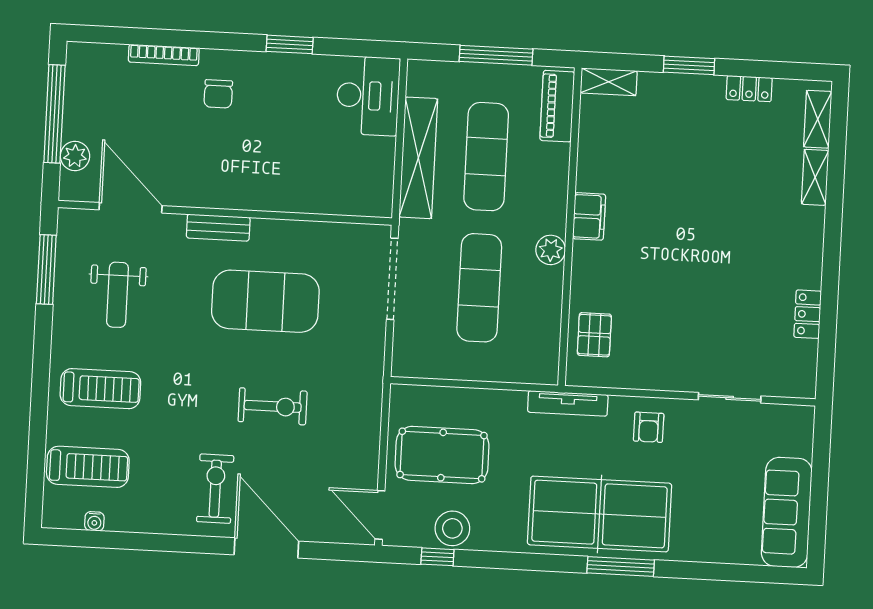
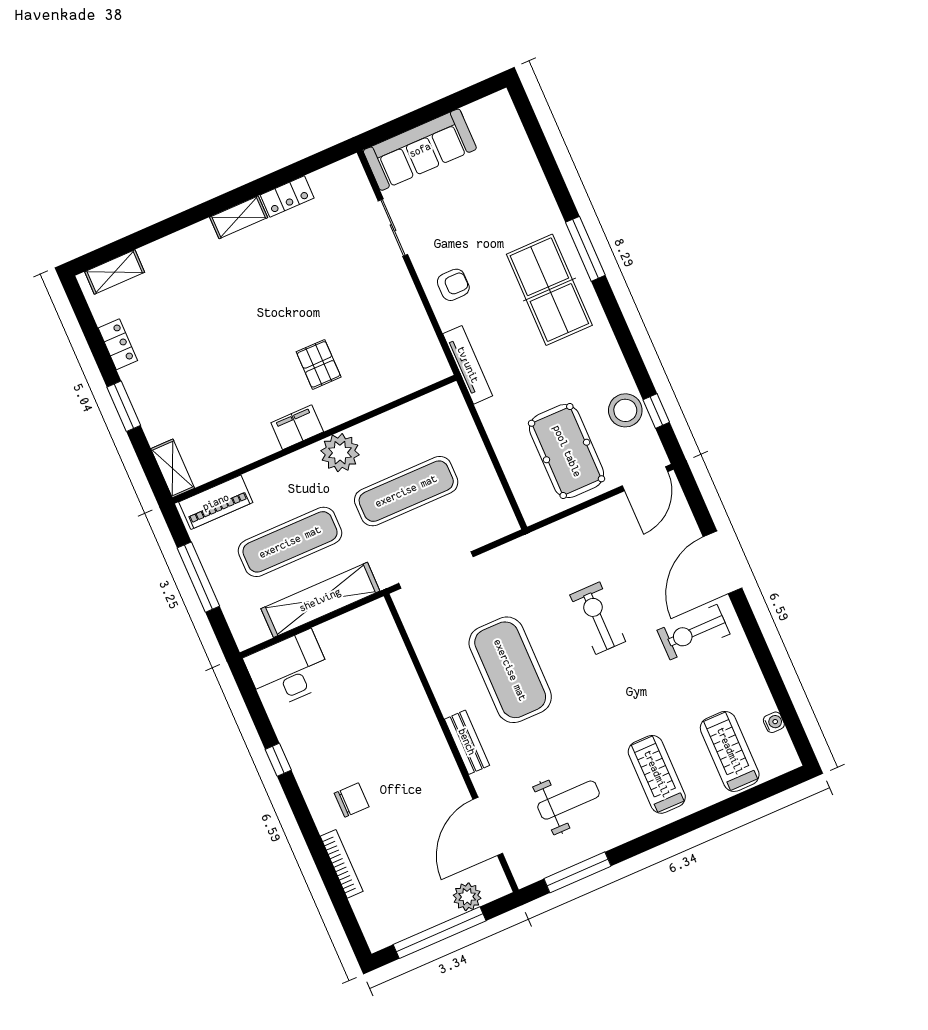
window: (290, 44) -> (278, 760), width x0.67
shelving: (815, 177) -> (239, 217), moved
plant: (551, 250) -> (340, 453), width x1.36, depth x1.36
pallet: (594, 335) -> (319, 364), moved, turned 90
sofa: (787, 512) -> (420, 150), moved
table tennis table: (600, 514) -> (549, 290), width x0.73, depth x0.76

